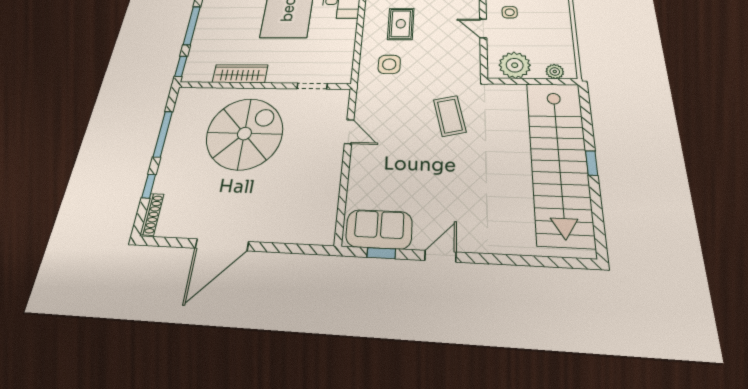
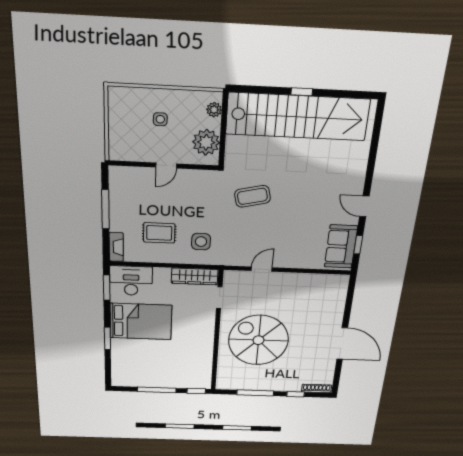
side table: (510, 12) -> (160, 119), moved
wardrobe: (240, 74) -> (195, 276), moved, turned -90

